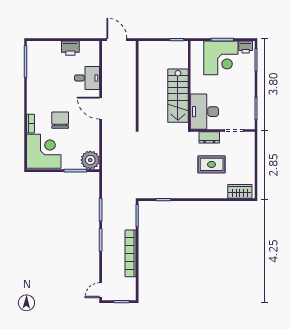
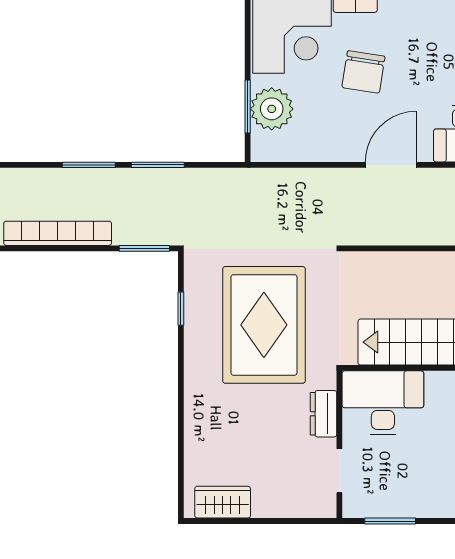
chair: (60, 120) -> (363, 72), turned 99
plant: (90, 160) -> (272, 109), moved
rug: (212, 164) -> (264, 325), moved, width x1.86, depth x2.06
wardrobe: (240, 191) -> (223, 502), moved, turned -90

